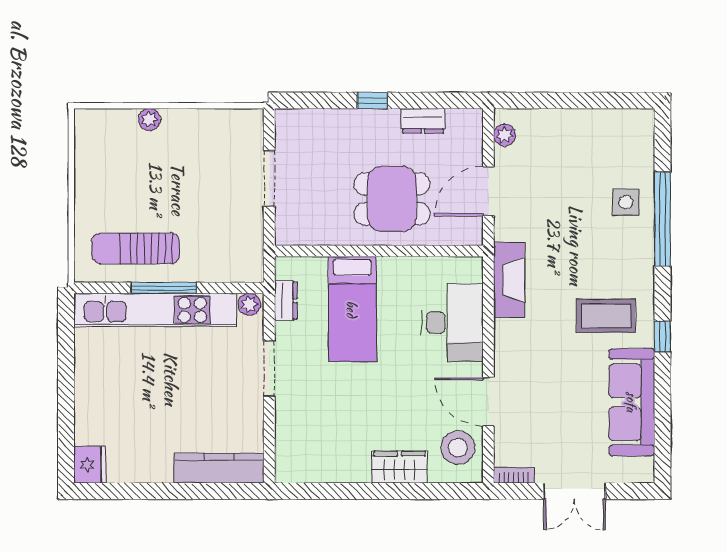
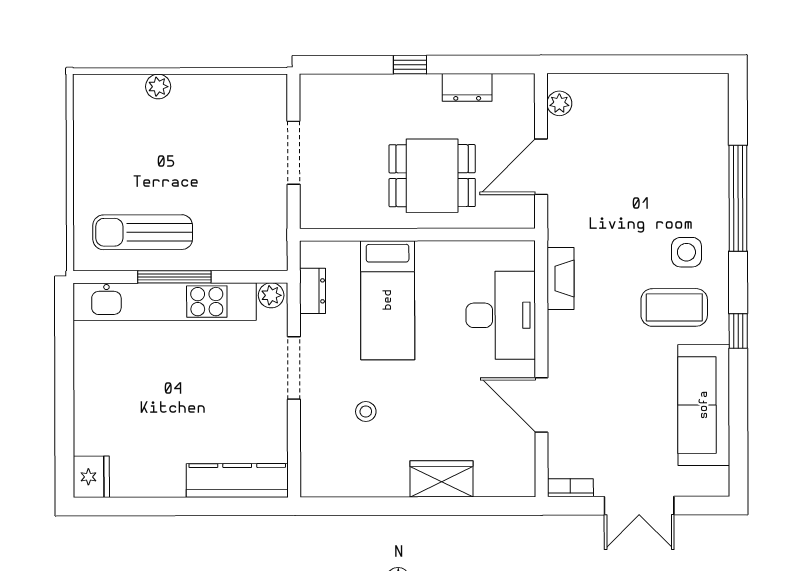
side table: (626, 202) -> (686, 252), moved
fireplace: (509, 280) -> (561, 279), width x0.73, depth x0.76
stool: (458, 448) -> (366, 411), moved, width x0.53, depth x0.53

